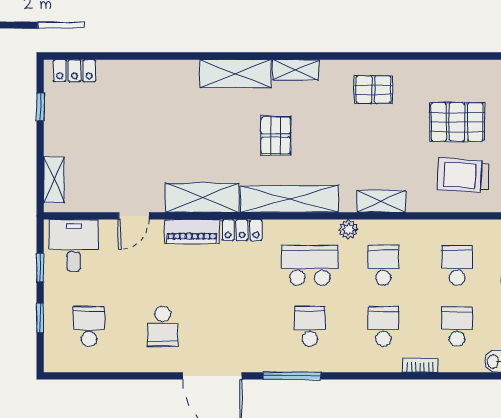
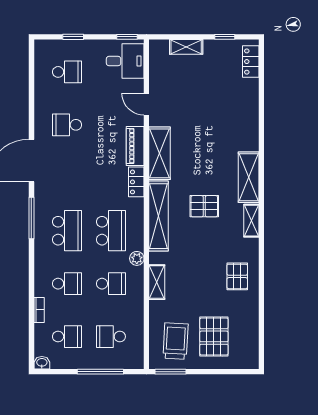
shelving: (54, 180) -> (186, 47), moved
school desk: (457, 265) -> (111, 337), turned 180
window: (40, 268) -> (127, 37), moved
school desk: (310, 326) -> (67, 231), width x1.85

